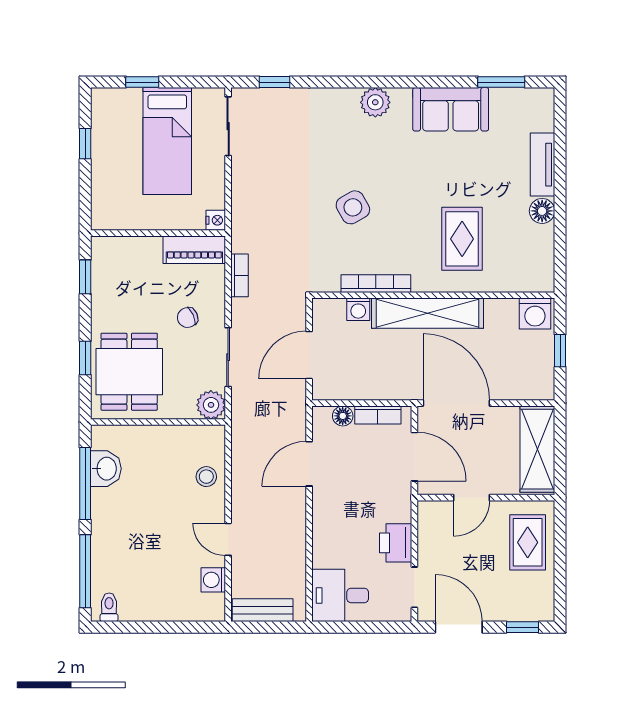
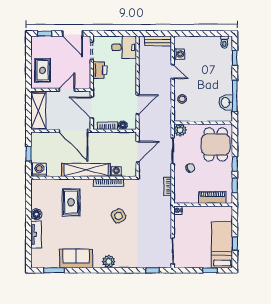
bed: (167, 141) -> (222, 245), moved
piano: (194, 250) -> (212, 197), moved
window: (85, 358) -> (235, 164), moved
window: (85, 571) -> (235, 58), width x0.46

